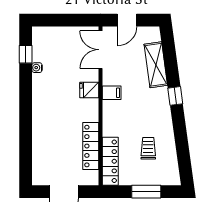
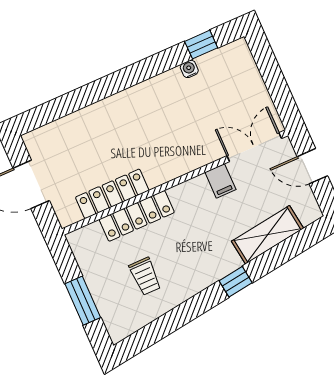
fridge: (89, 90) -> (190, 157), removed
filing cabinet: (112, 93) -> (220, 181), moved
trolley: (148, 148) -> (145, 276), turned 90
locker: (110, 161) -> (137, 216), moved

